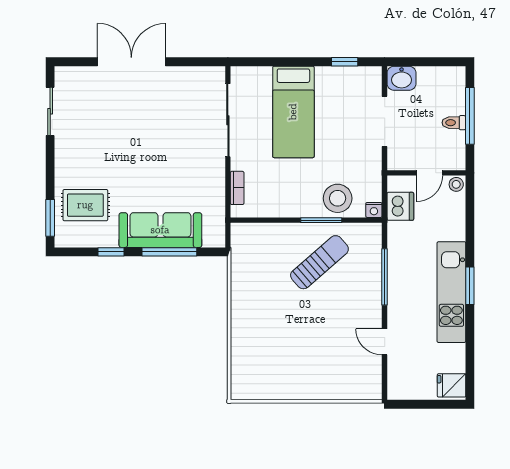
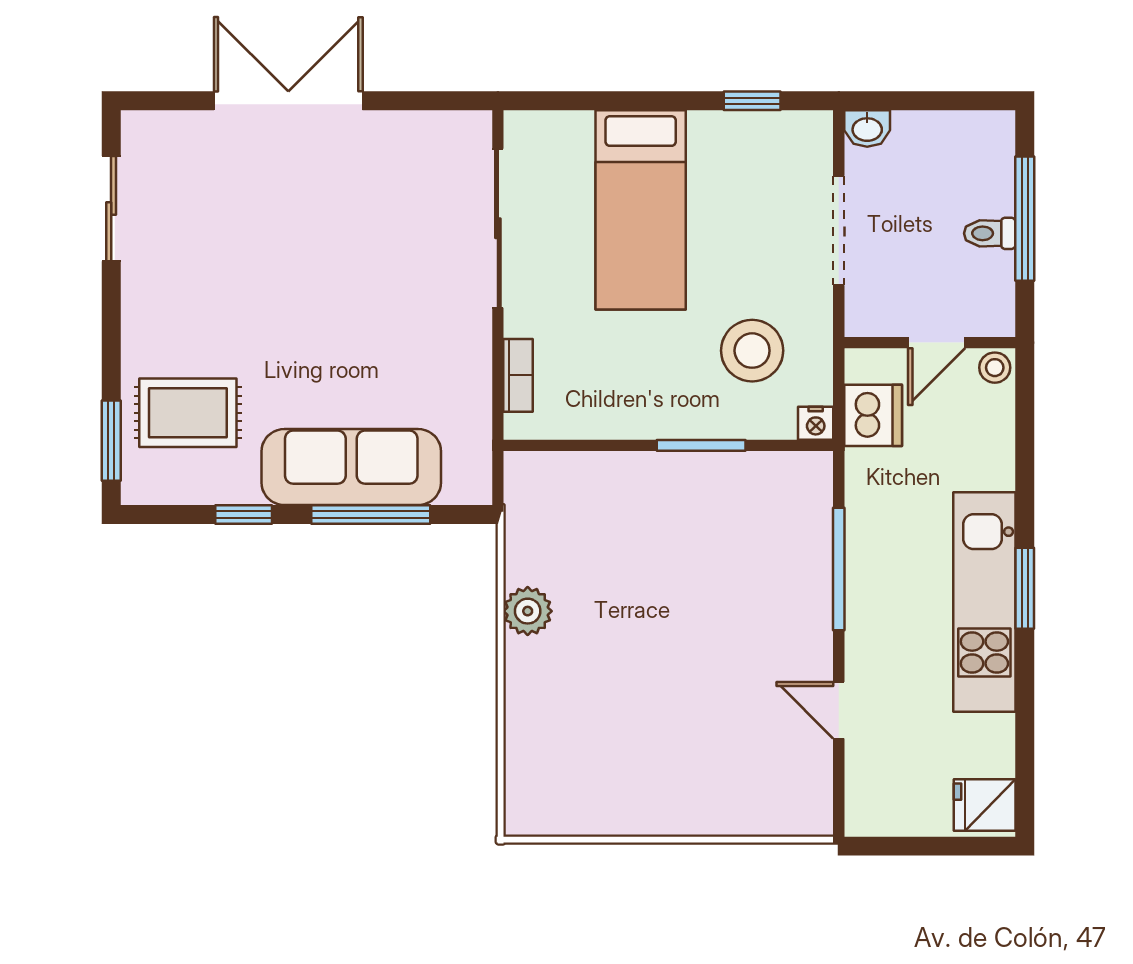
washbasin: (402, 78) -> (867, 128), width x0.72, depth x0.69
stool: (338, 198) -> (752, 351), moved
sun lounger: (319, 262) -> (697, 537), removed
plant: (242, 296) -> (528, 611), added

